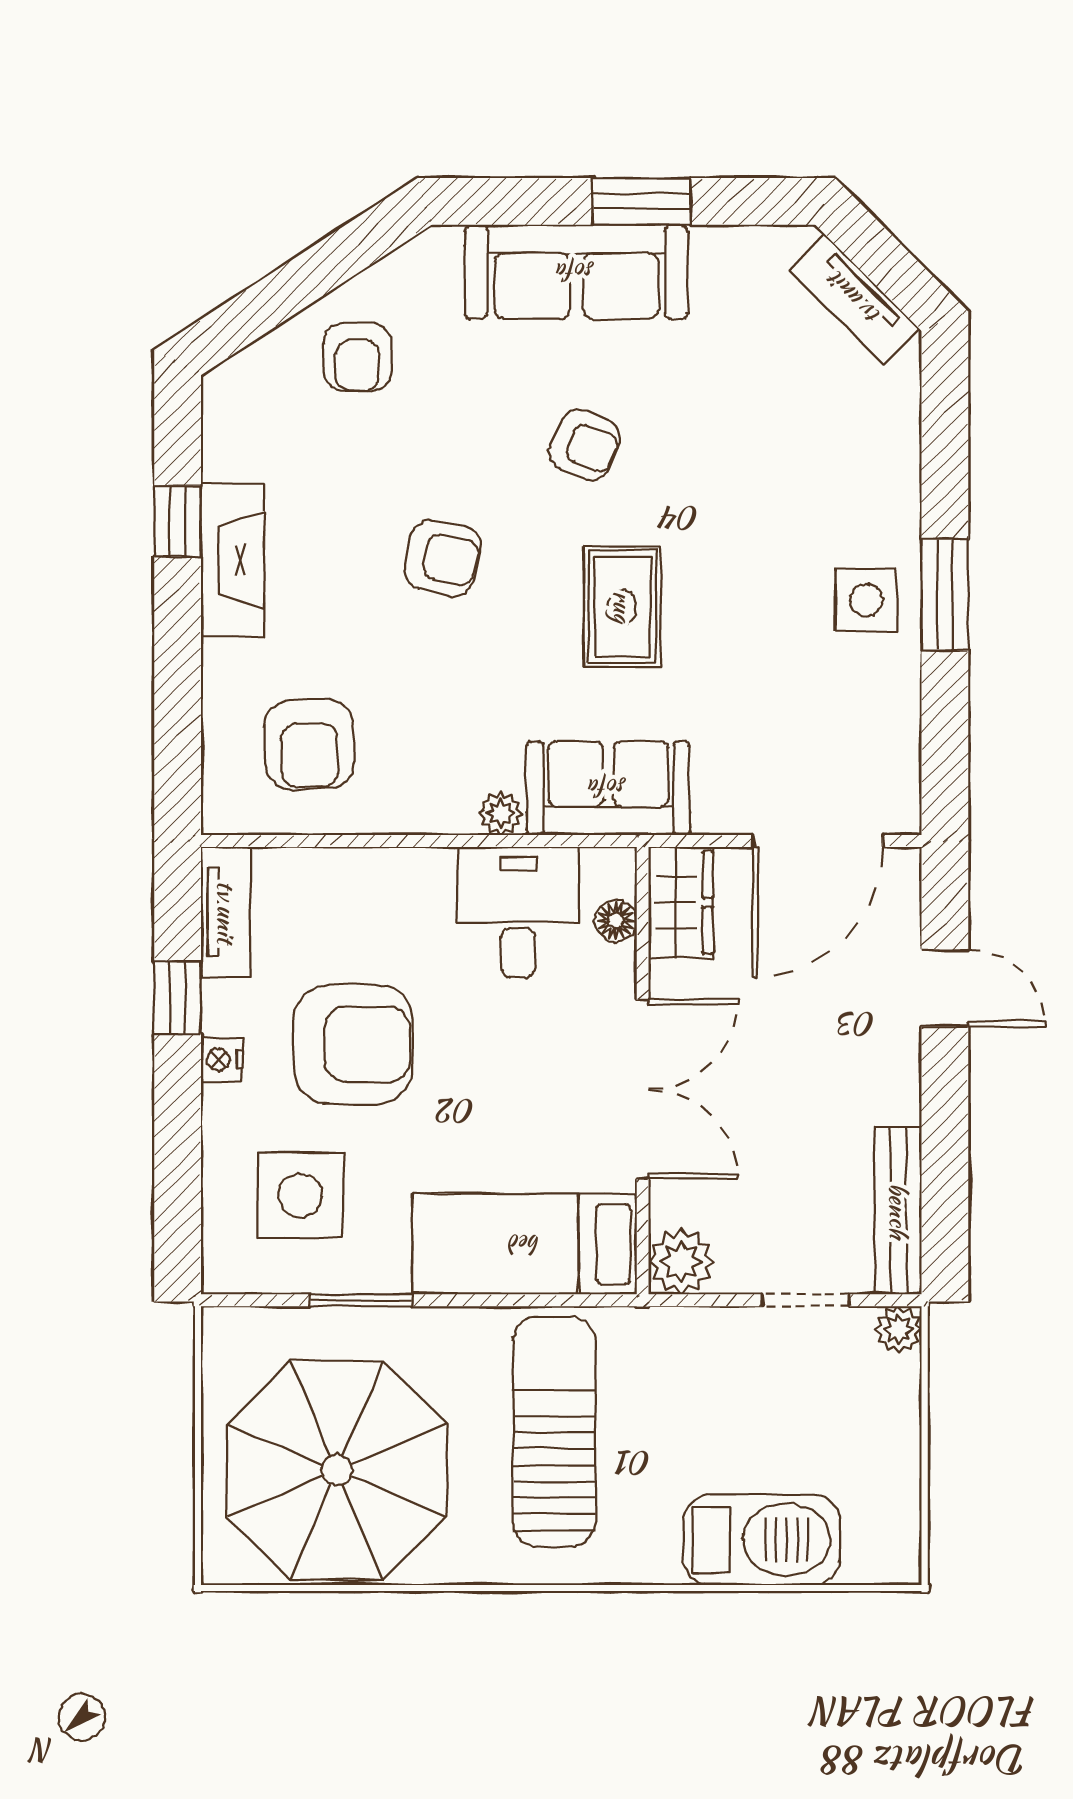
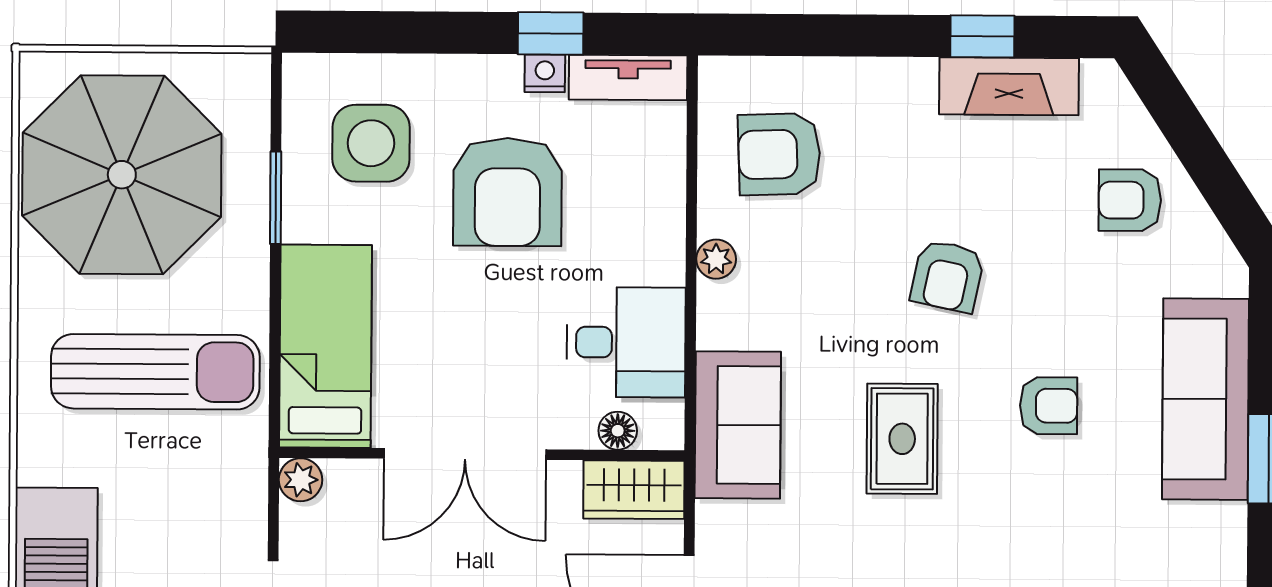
armchair: (585, 445) -> (1049, 406), turned -113
fireplace: (232, 560) -> (1009, 86), moved
rug: (622, 607) -> (902, 439), turned 90
plant: (501, 813) -> (716, 259), moved
nightstand: (222, 1060) -> (545, 73), moved
plant: (681, 1262) -> (301, 480), width x0.73, depth x0.73

